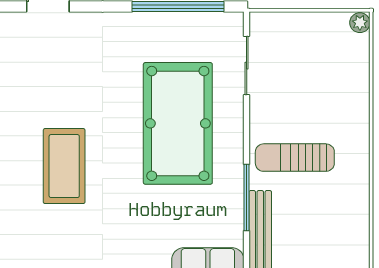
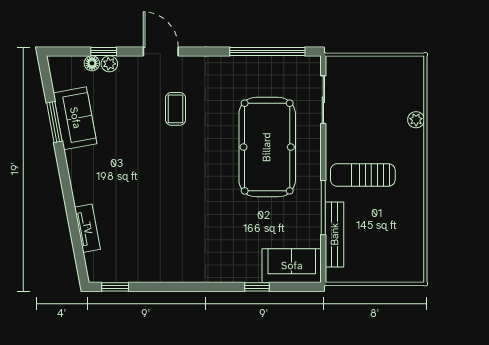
plant: (360, 23) -> (416, 120), moved
coffee table: (64, 166) -> (176, 109), moved, width x0.54, depth x0.58

